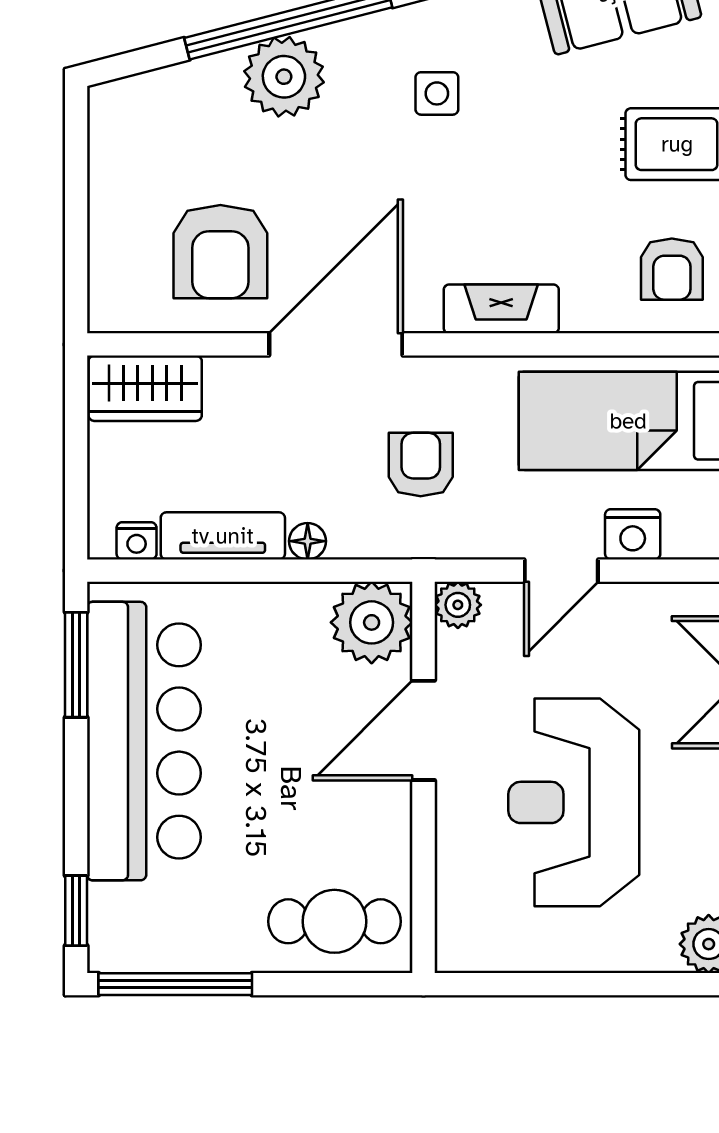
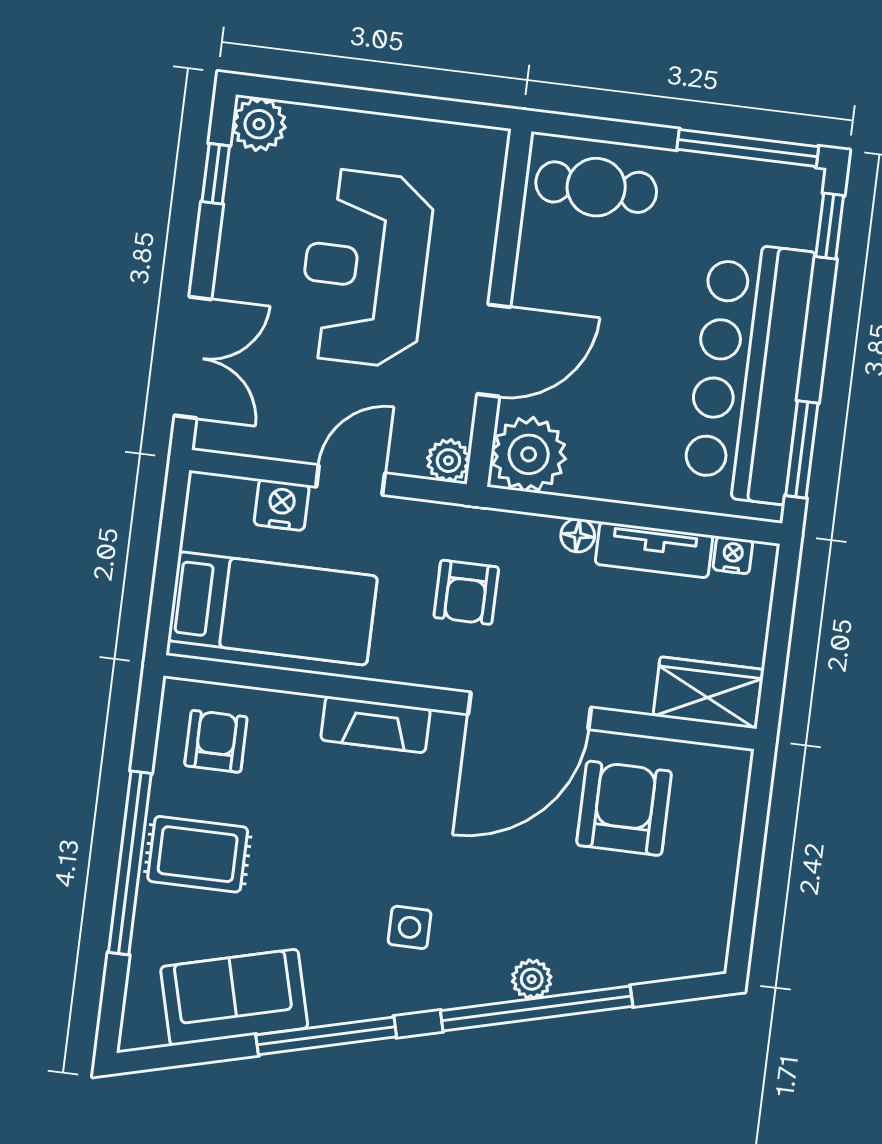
plant: (284, 77) -> (532, 979), width x0.53, depth x0.53
reception desk: (574, 802) -> (365, 268), turned 180

